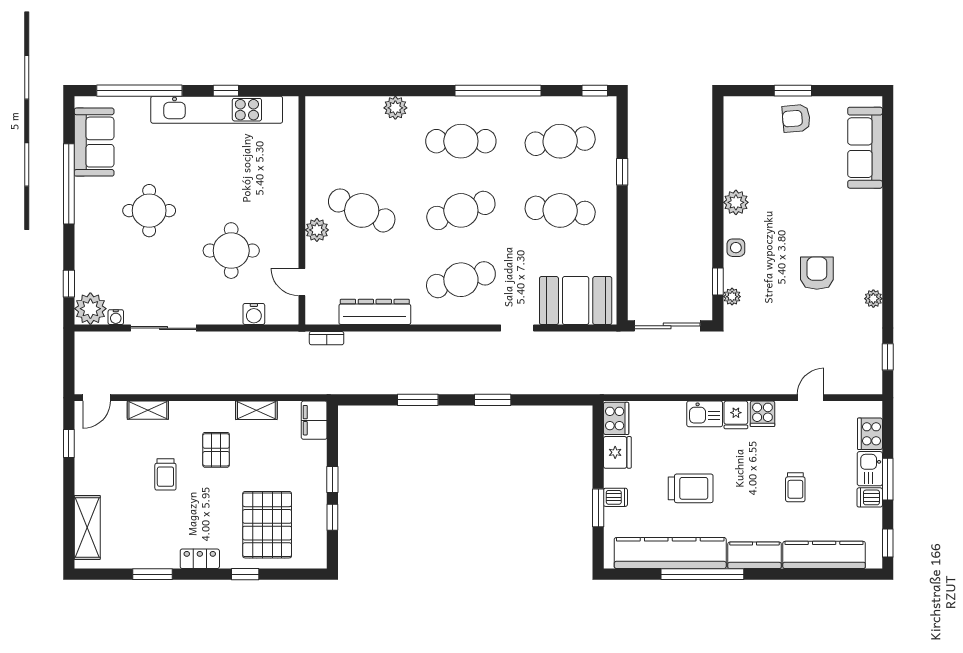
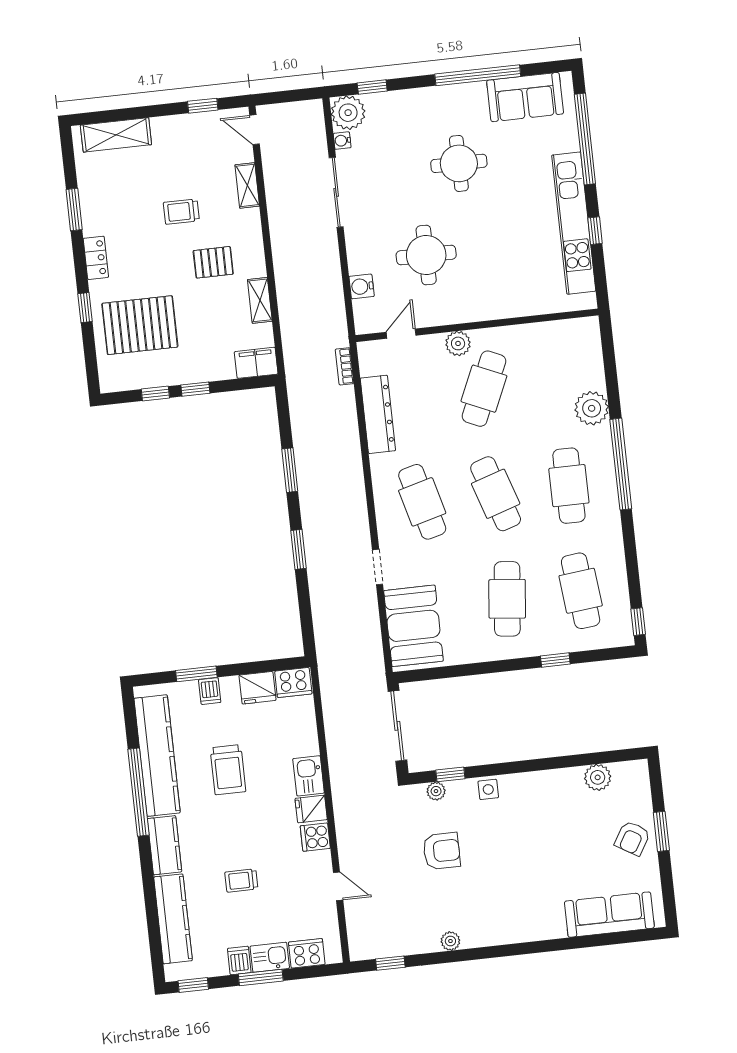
window: (498, 91) -> (621, 464), moved
plant: (395, 108) -> (592, 408), width x1.36, depth x1.36
armchair: (796, 118) -> (632, 838), turned -144
plant: (736, 202) -> (598, 777), moved
armchair: (817, 273) -> (442, 851), moved

